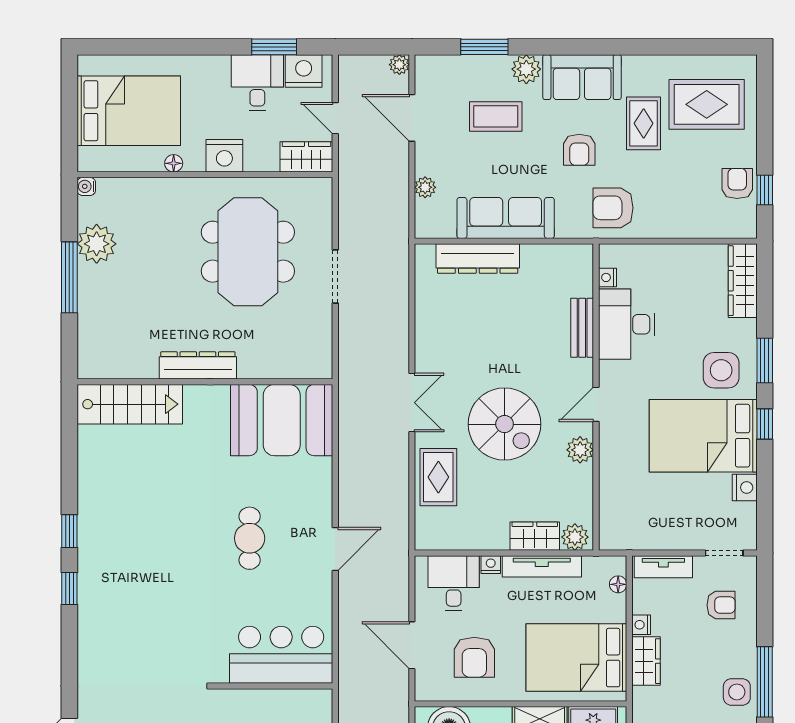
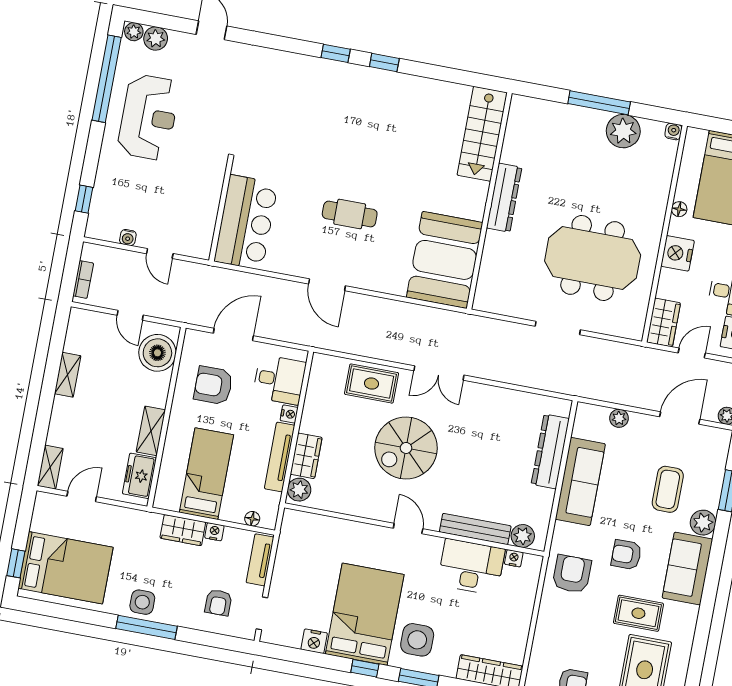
bench: (582, 328) -> (475, 529), width x1.36
plant: (580, 450) -> (523, 536), moved
bed: (576, 658) -> (206, 474), width x0.67

